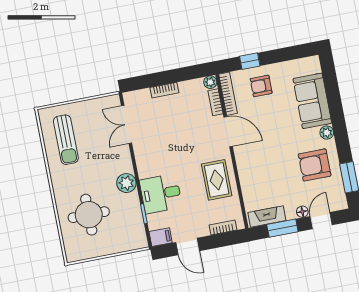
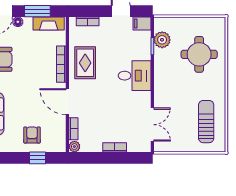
armchair: (261, 86) -> (32, 135), turned -90
bookcase: (228, 94) -> (61, 64), moved
plant: (126, 183) -> (162, 40), moved
desk: (161, 194) -> (135, 76), moved

